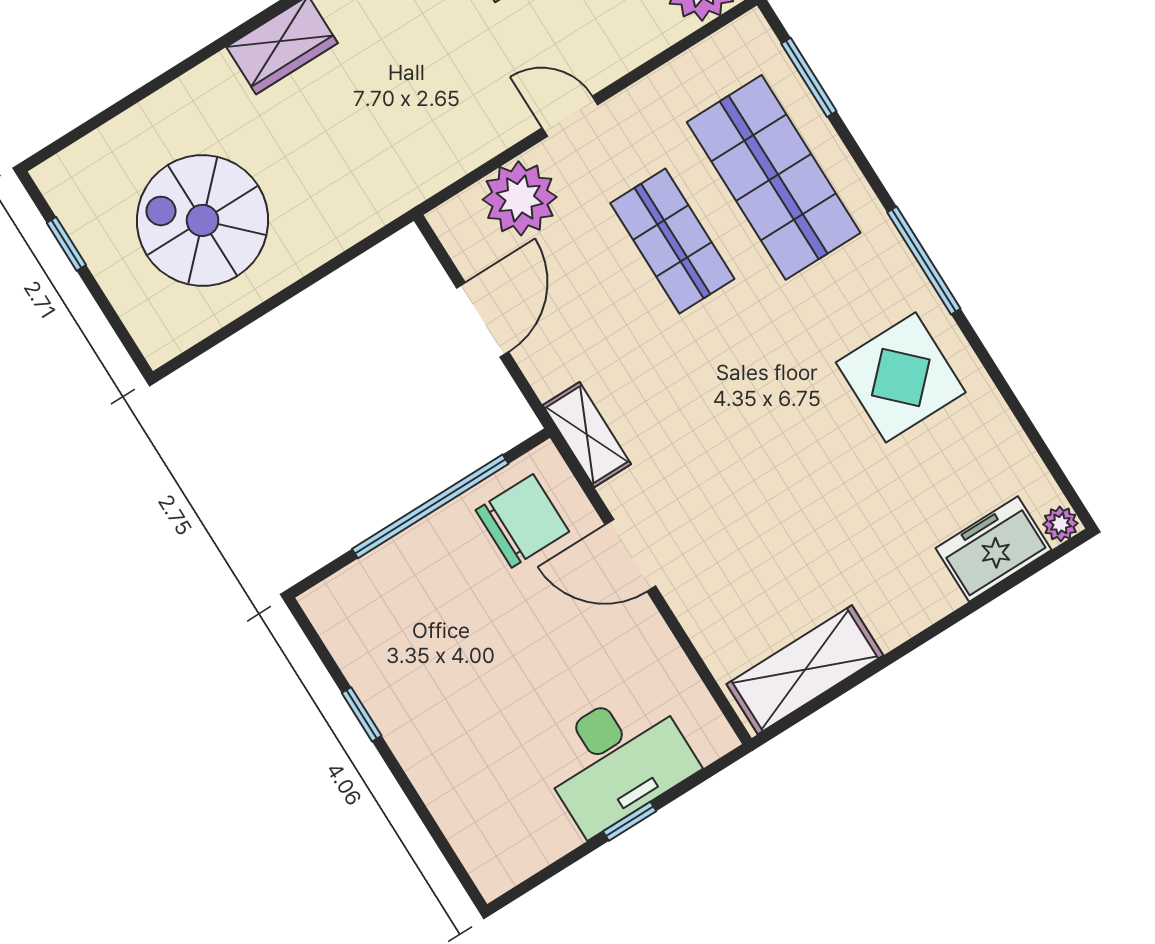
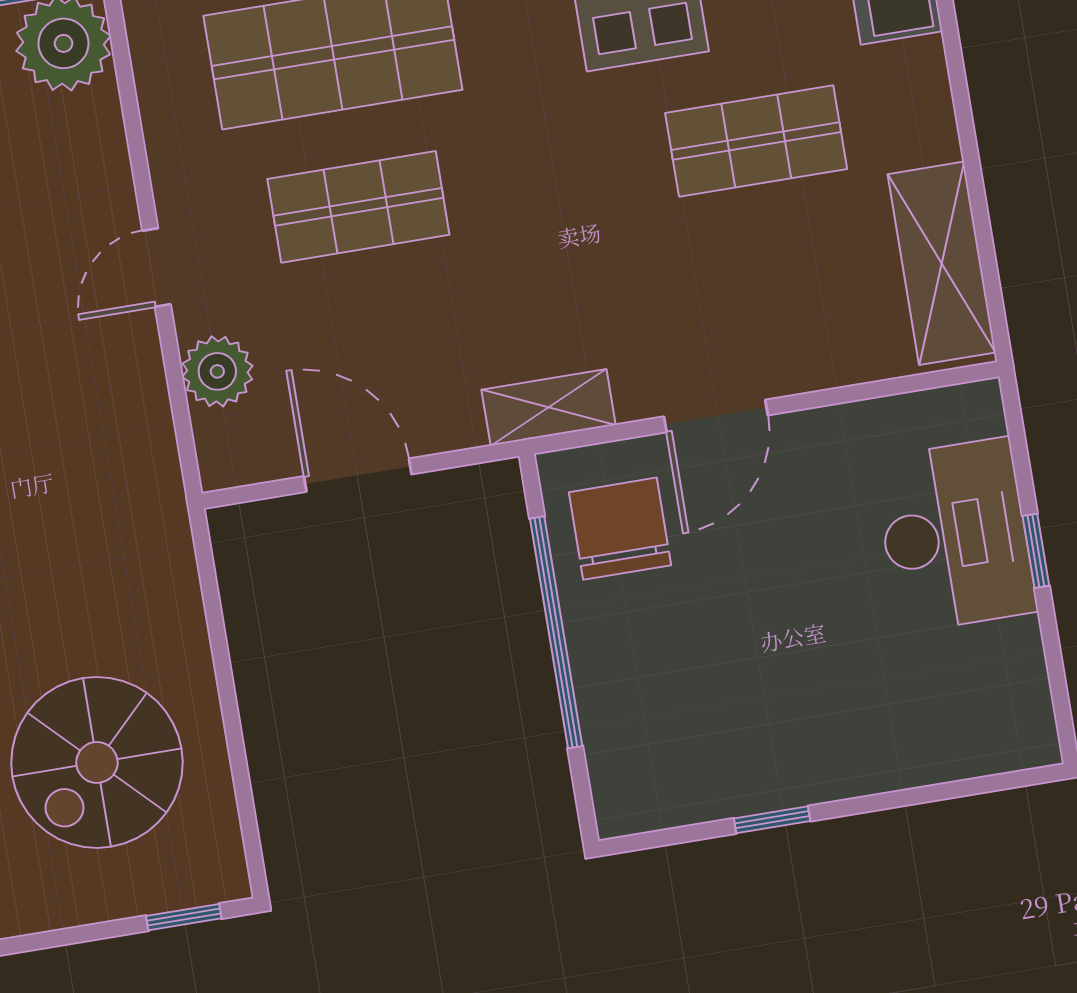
plant: (520, 198) -> (217, 371), width x0.73, depth x0.73
window: (66, 244) -> (184, 917), moved
shop shelf: (836, 503) -> (756, 141), added

